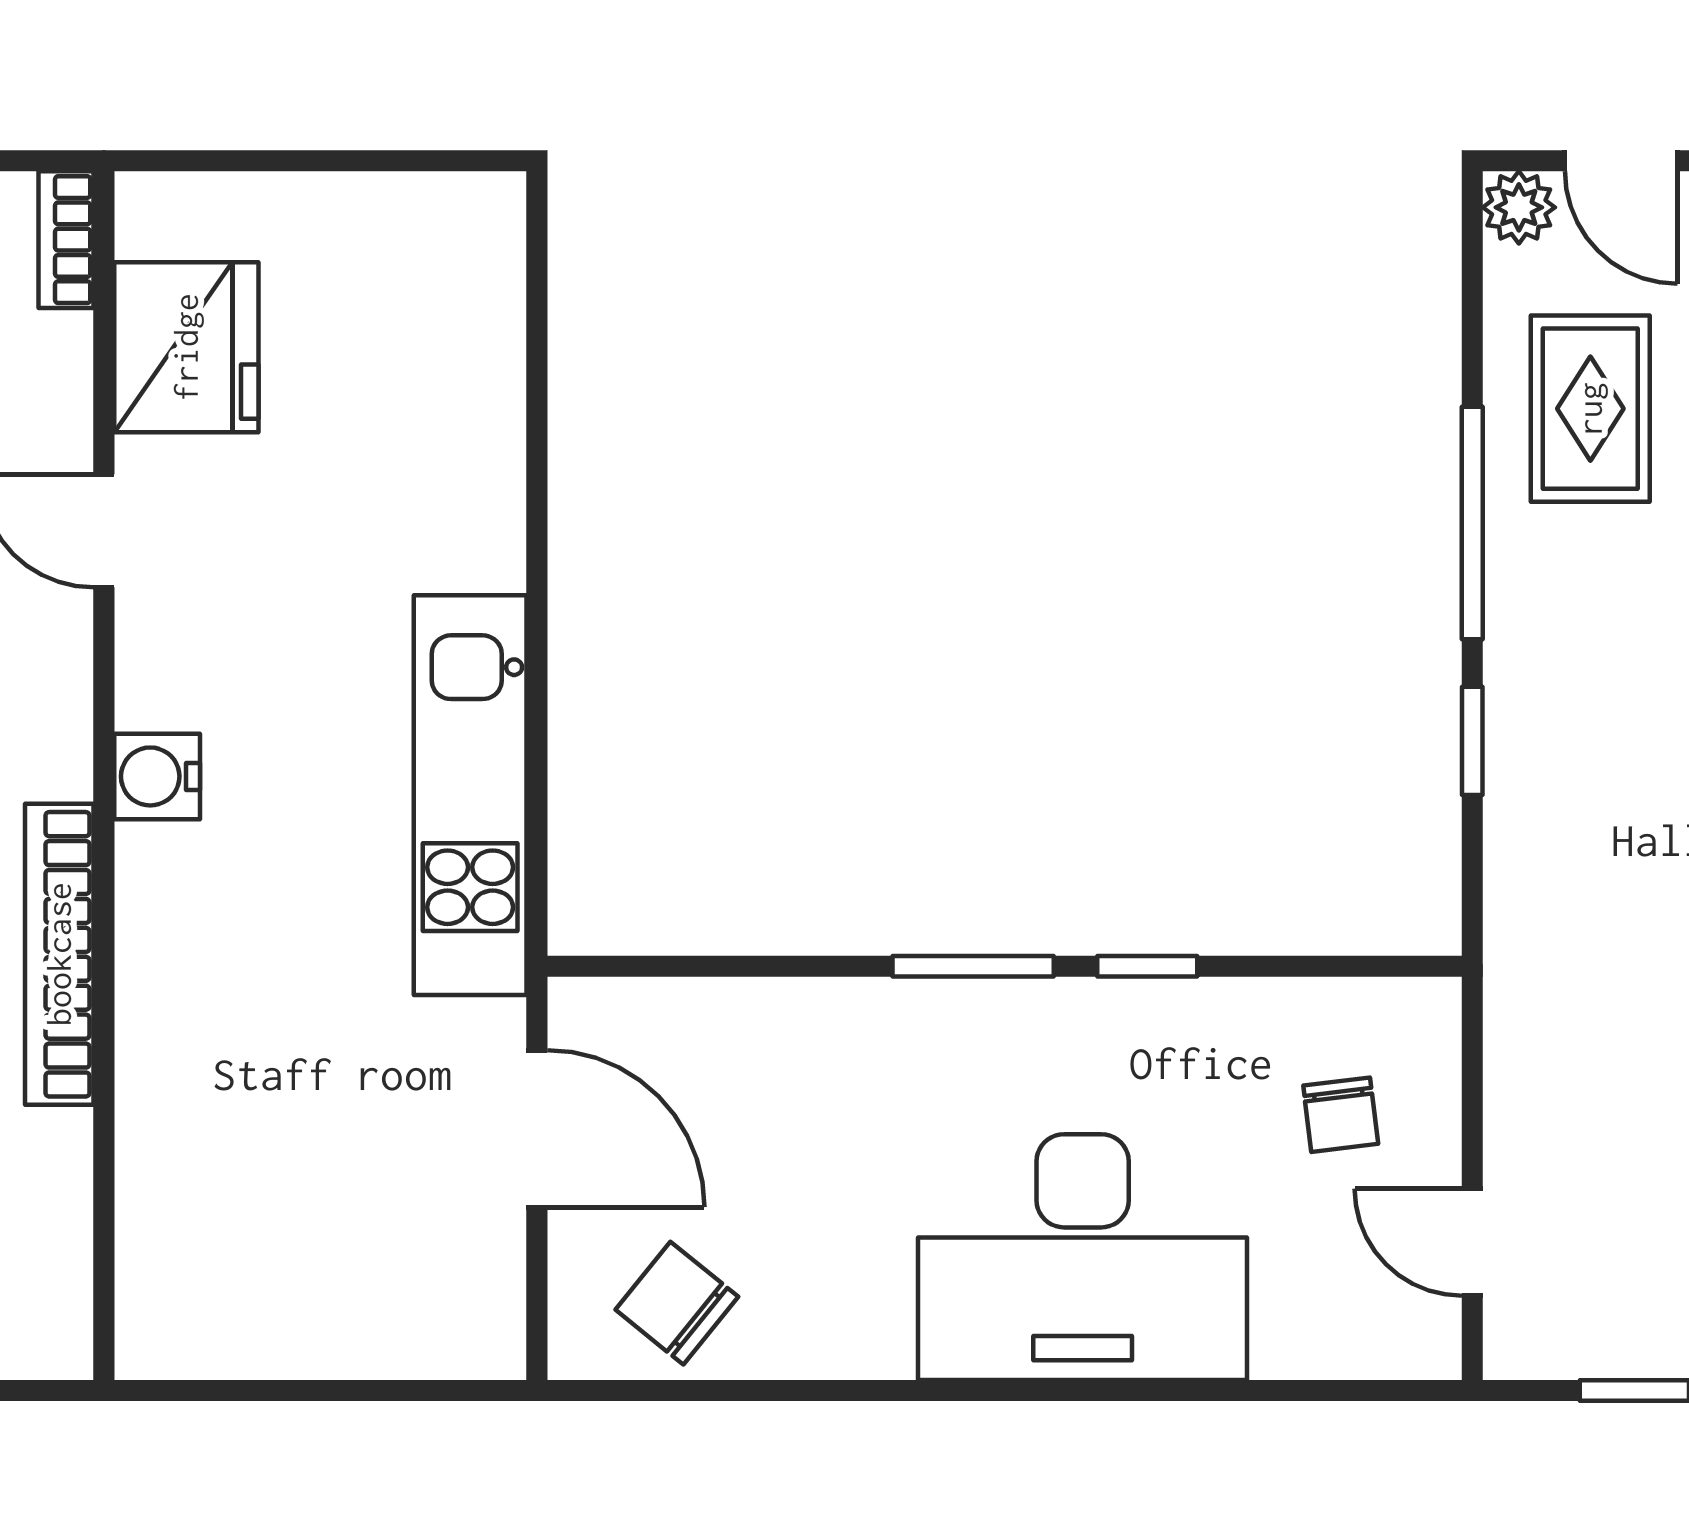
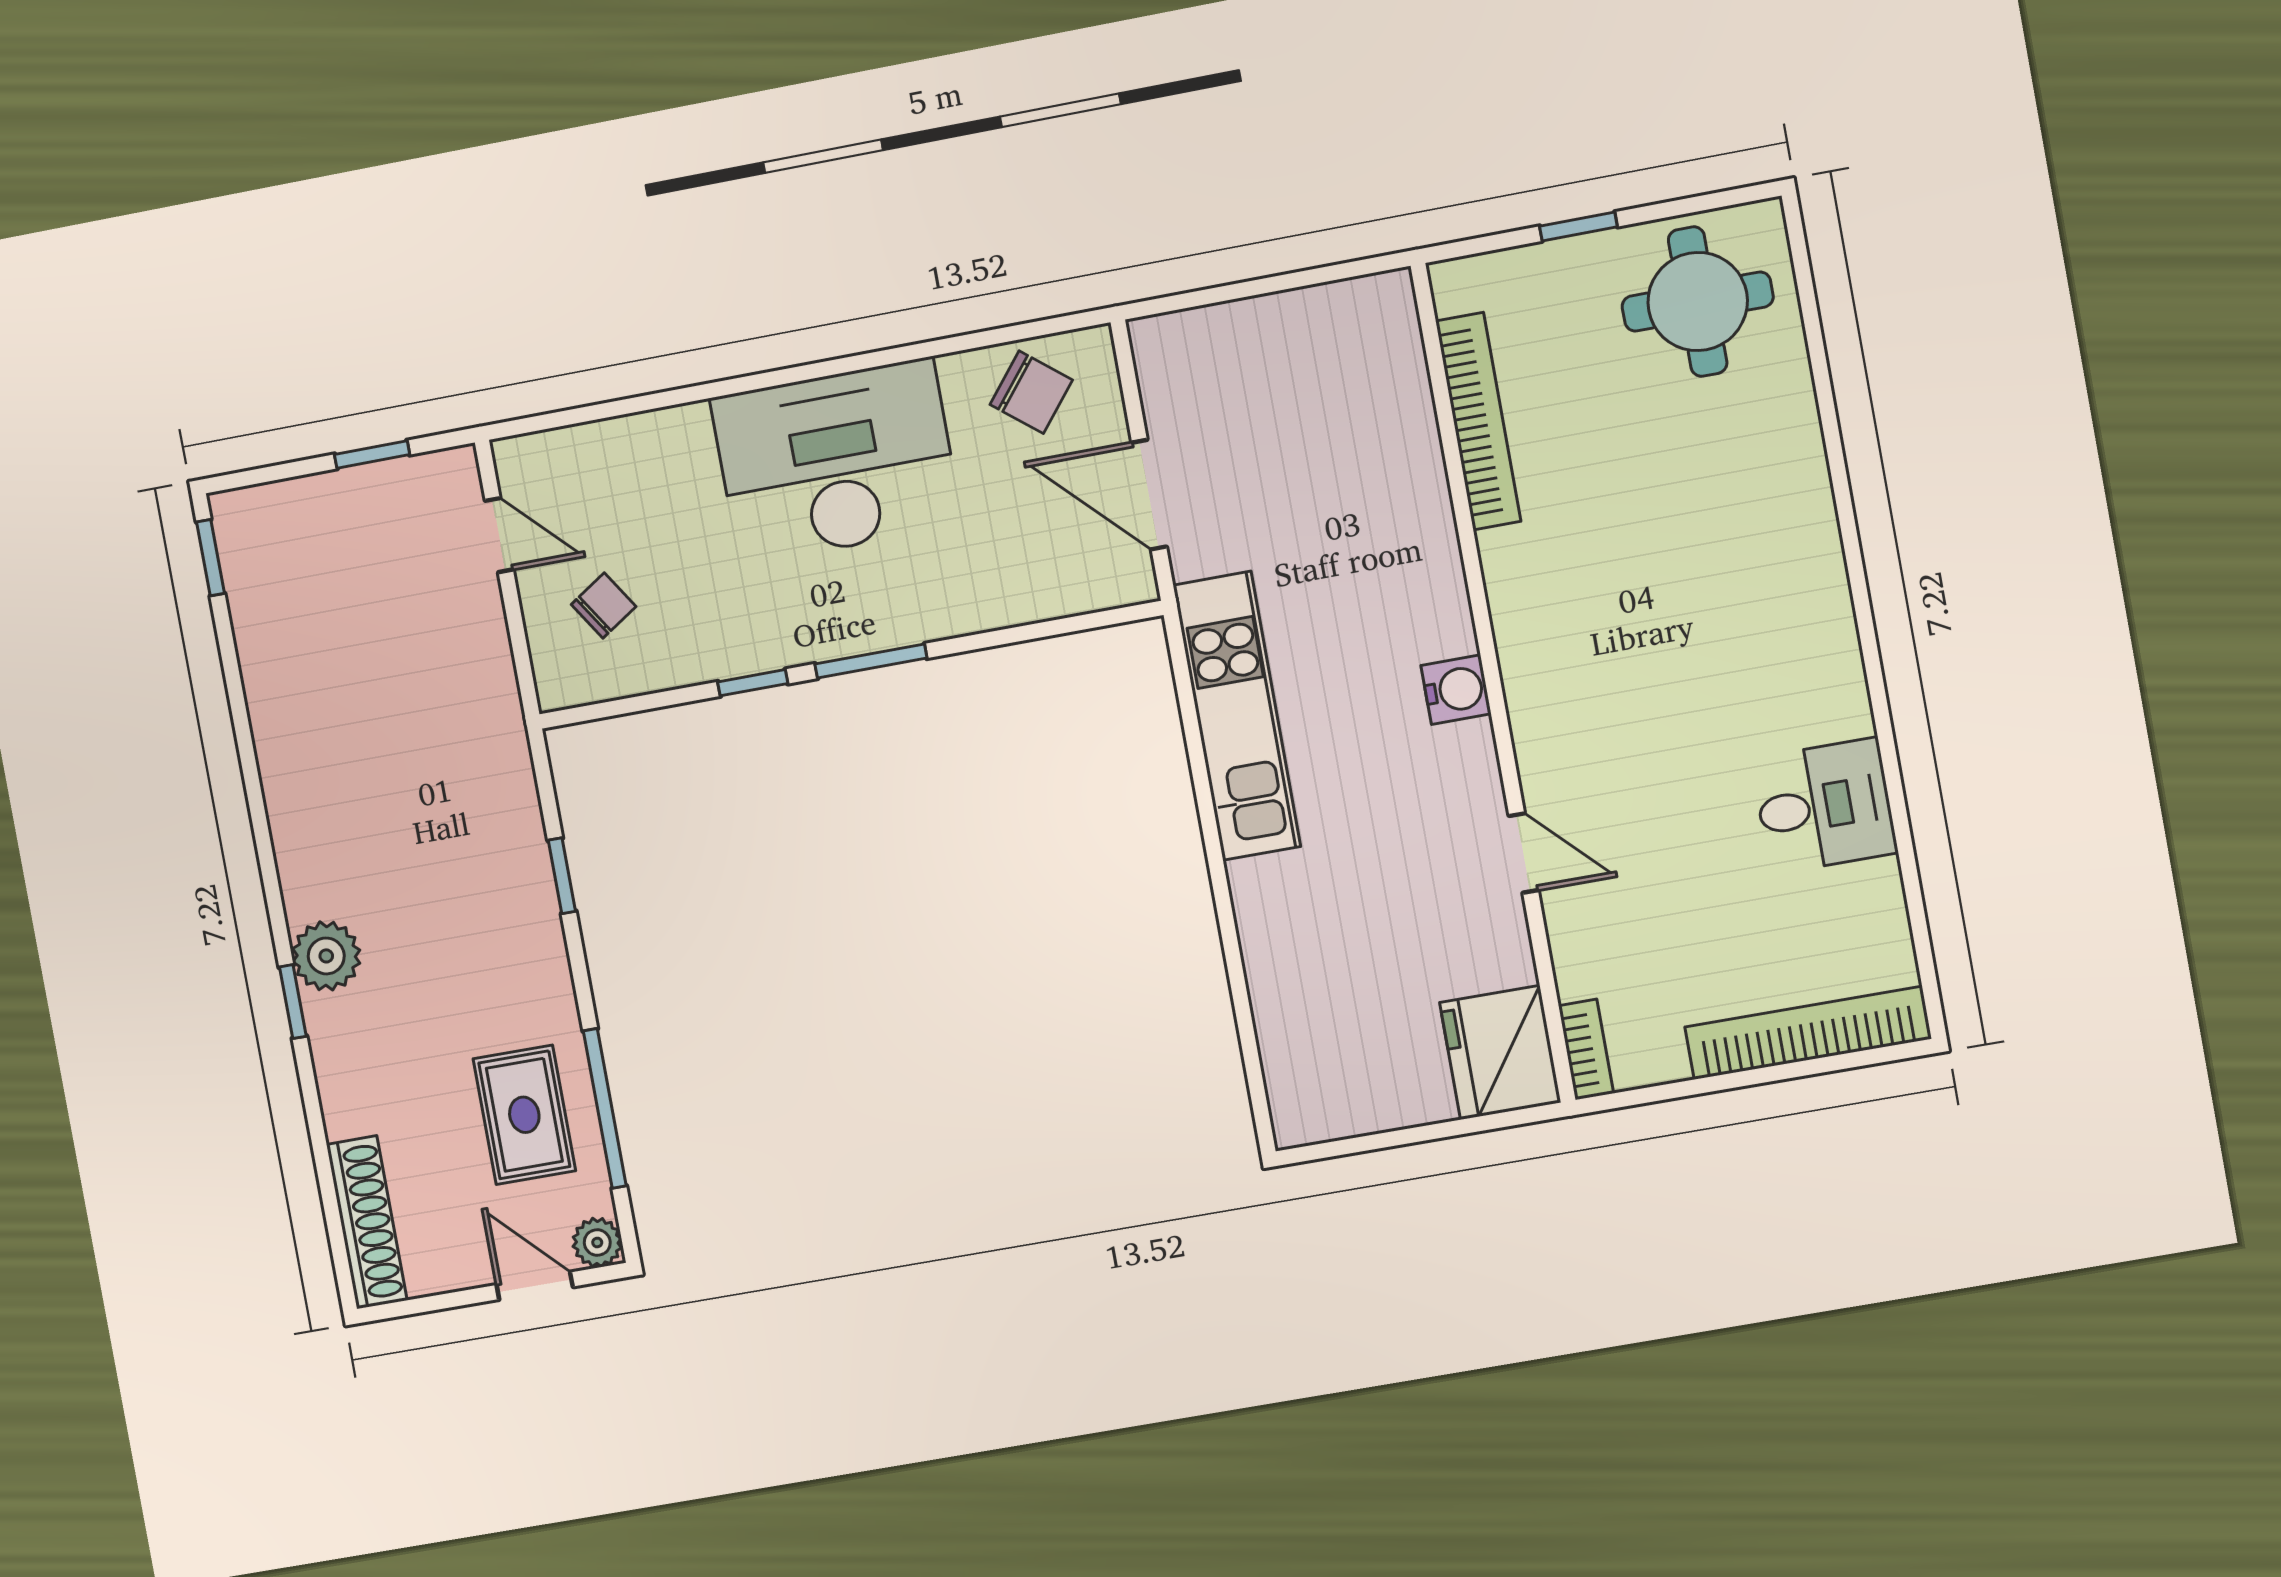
fridge: (186, 347) -> (1500, 1052), moved
window: (1472, 523) -> (605, 1108), moved
bookcase: (59, 954) -> (1478, 421), moved
chair: (1341, 1115) -> (604, 605), turned 64
desk: (1083, 1257) -> (836, 462), moved

